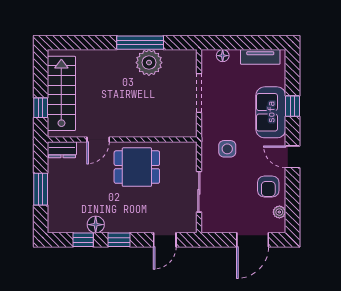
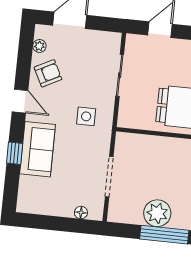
tv unit: (260, 57) -> (42, 207), removed
armchair: (268, 187) -> (48, 73), turned 63

